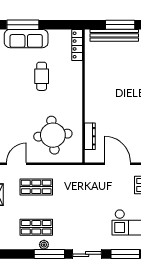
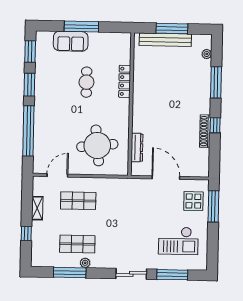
window: (23, 25) -> (81, 27), moved
sofa: (26, 39) -> (71, 41), width x0.73
locker: (77, 45) -> (125, 81), moved
window: (49, 254) -> (70, 273), moved

